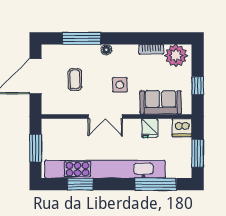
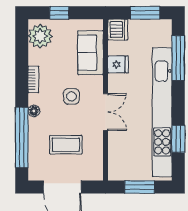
window: (82, 38) -> (22, 137), width x1.46
bookcase: (151, 49) -> (33, 79), moved
coffee table: (75, 79) -> (66, 145), width x1.36, depth x1.30
window: (198, 86) -> (59, 13), moved

